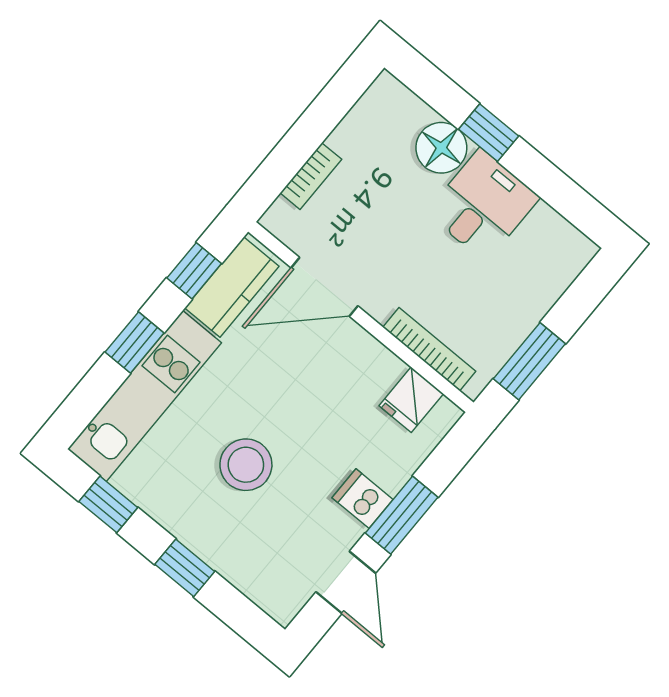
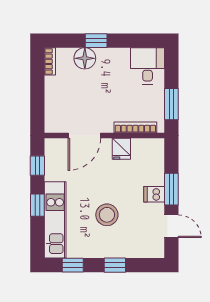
bookcase: (311, 176) -> (50, 61), moved
desk: (483, 205) -> (148, 66), moved
kitchen counter: (232, 287) -> (54, 161), removed
fridge: (411, 400) -> (121, 149), moved

